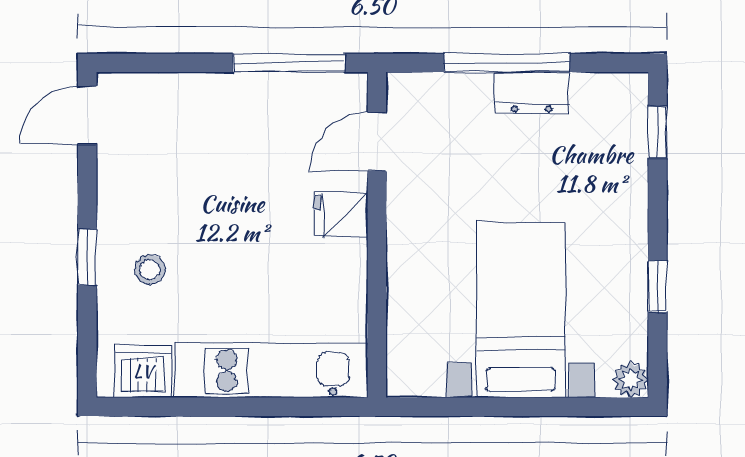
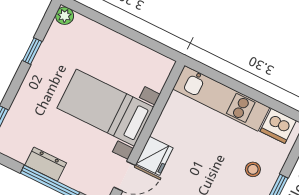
fridge: (341, 214) -> (154, 156), width x1.38
bed with nightstands: (521, 310) -> (105, 108), moved, turned 90

